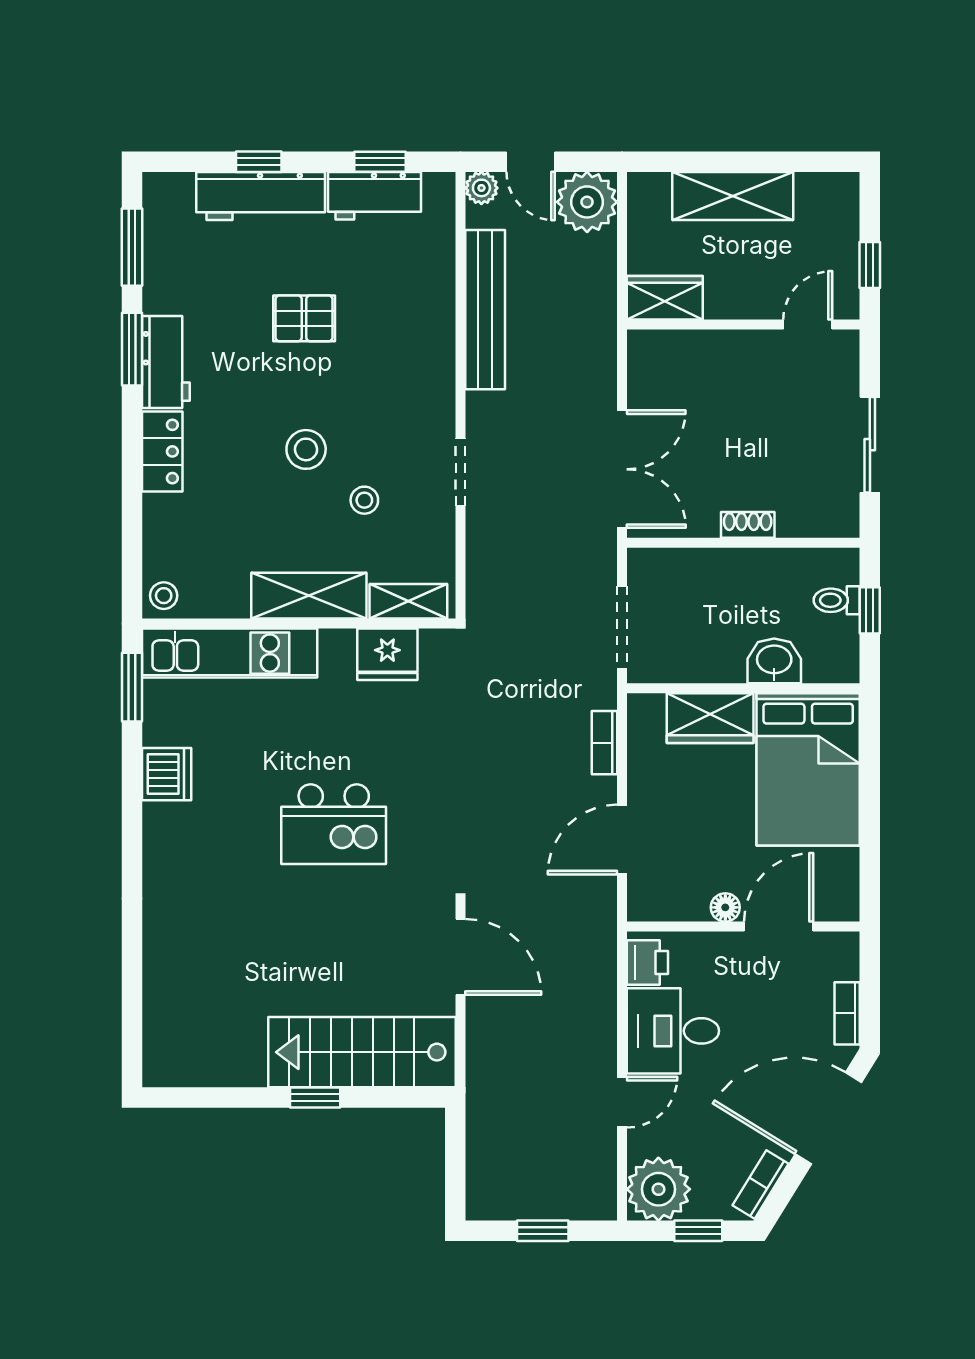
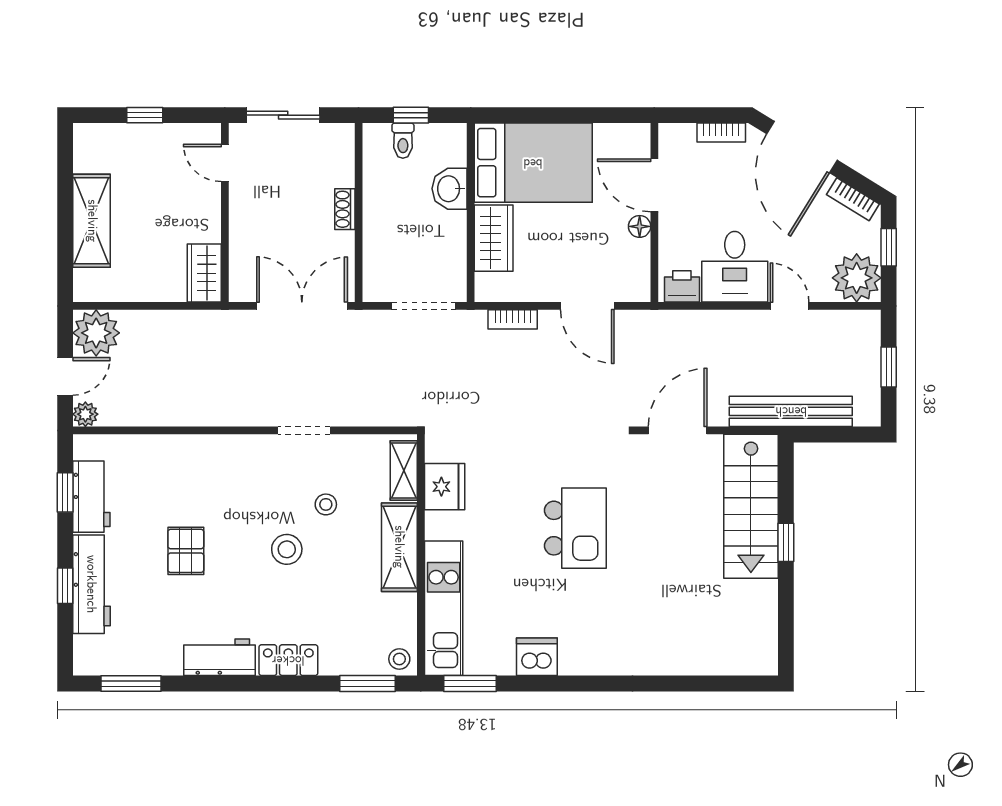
wardrobe: (665, 298) -> (204, 273), moved
bench: (485, 310) -> (791, 411), moved
wall: (743, 324) -> (225, 213), moved
door: (808, 324) -> (225, 163), moved
window: (132, 349) -> (367, 683), moved

